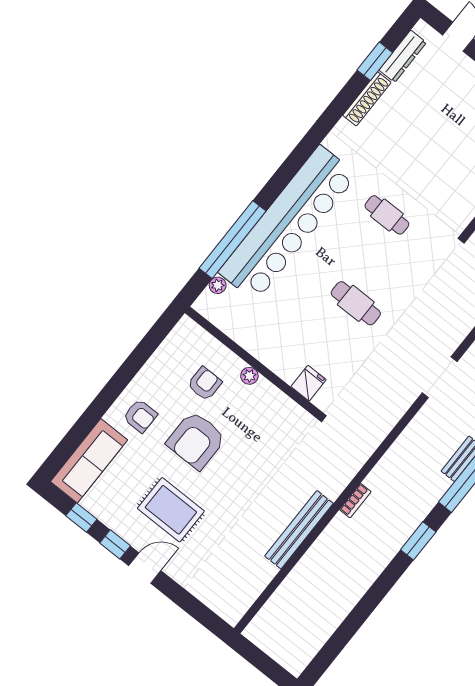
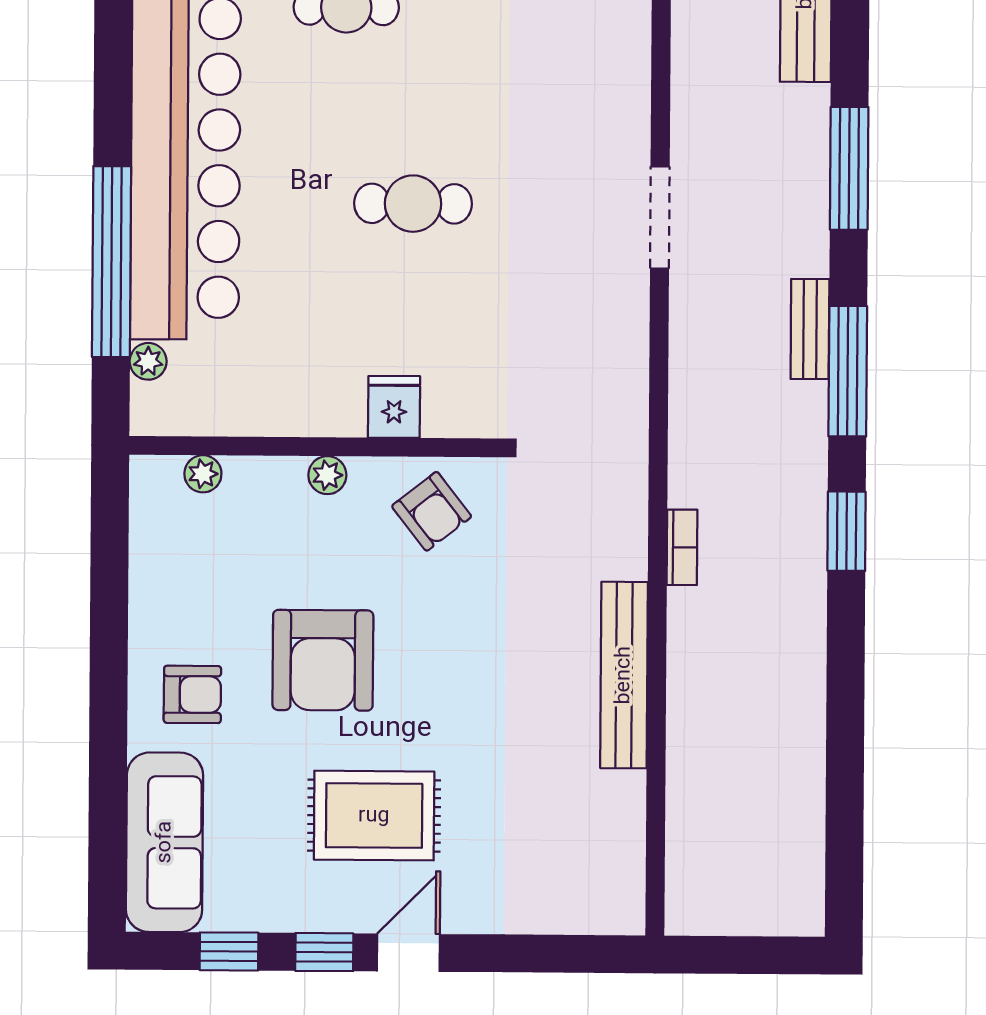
plant: (206, 341) -> (203, 474), added
fridge: (309, 383) -> (394, 407), moved
armchair: (205, 384) -> (432, 511), moved, turned 142

